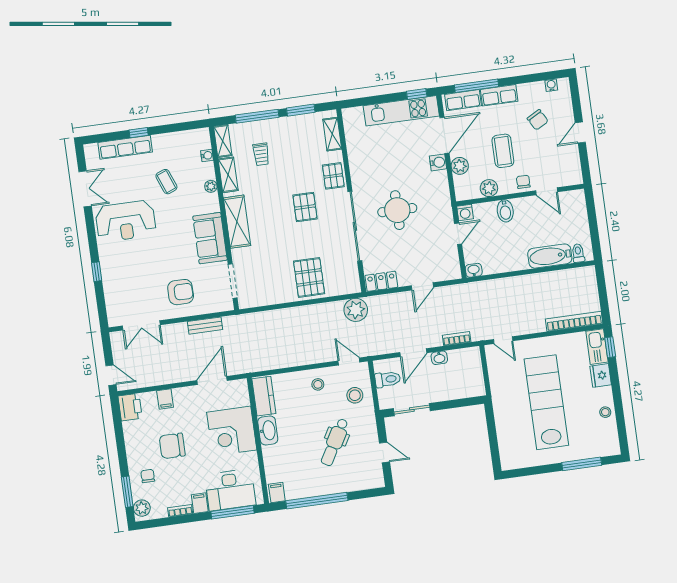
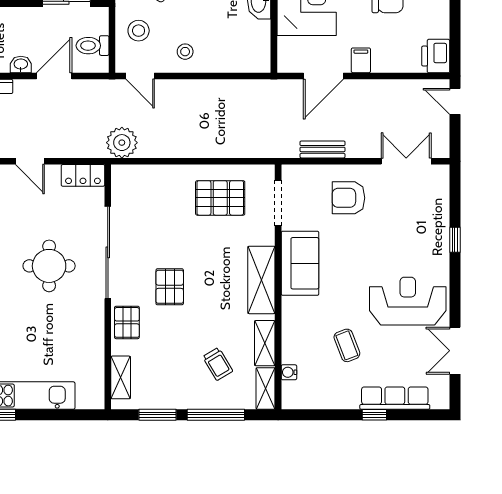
trolley: (261, 154) -> (218, 364), turned 149
plant: (211, 186) -> (289, 331), removed
pallet: (309, 277) -> (220, 198), moved, turned 90
door: (422, 286) -> (30, 161), swing flipped
kitchen counter: (264, 396) -> (258, 46), removed
filing cabinet: (165, 399) -> (361, 60), moved

